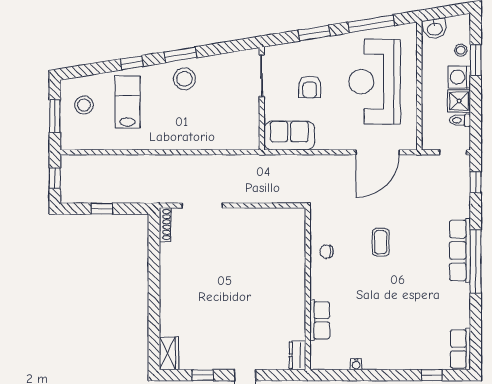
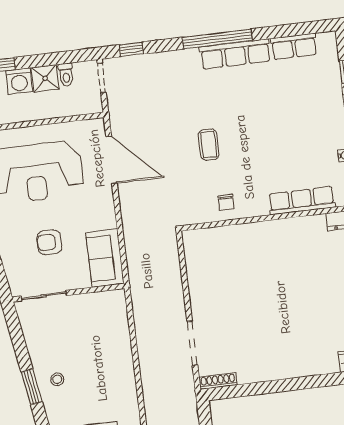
stool: (184, 79) -> (57, 379), width x0.53, depth x0.53
armchair: (310, 87) -> (49, 242), turned 180
coffee table: (381, 242) -> (209, 145), turned 90
row of seats: (460, 250) -> (235, 54), moved
row of seats: (320, 320) -> (302, 201), width x1.48
row of seats: (460, 349) -> (294, 46), moved

